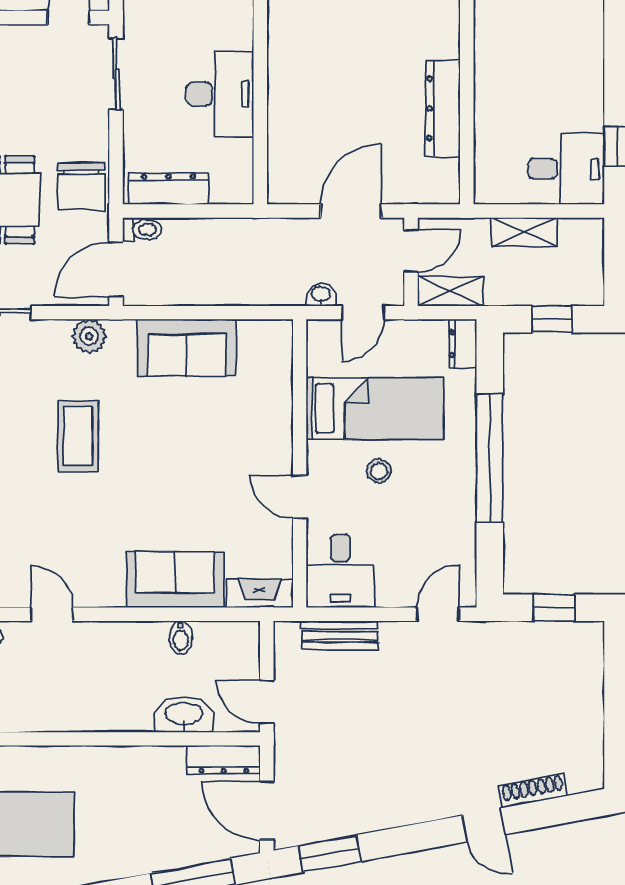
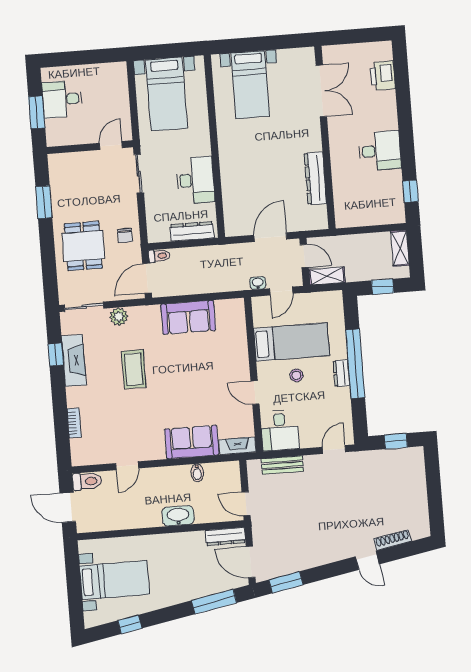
desk: (566, 169) -> (380, 151), moved
chair: (81, 187) -> (125, 235), width x0.54, depth x0.54
dresser: (169, 189) -> (192, 231), moved
shelving: (524, 232) -> (400, 248), moved, turned 90
door: (411, 251) -> (304, 256), hinge flipped
plant: (89, 336) -> (119, 317), moved
dresser: (463, 344) -> (341, 373), moved
door: (52, 614) -> (127, 466), swing flipped
washbasin: (184, 714) -> (178, 516), moved

